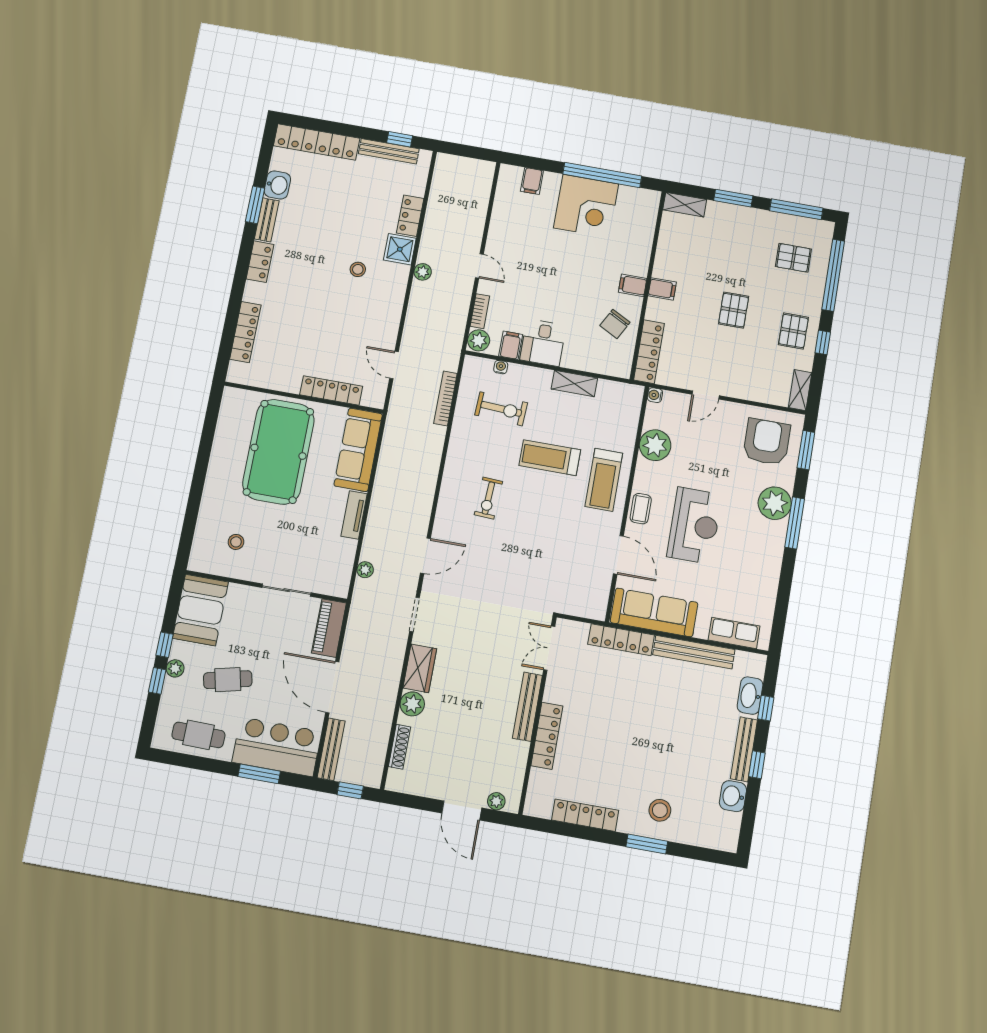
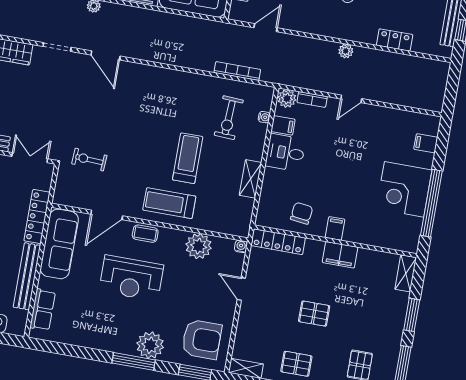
shower: (400, 249) -> (365, 32), removed
filing cabinet: (662, 289) -> (340, 255), width x2.00
chair: (615, 324) -> (302, 213), turned 69
exercise bike: (488, 498) -> (89, 160), moved

